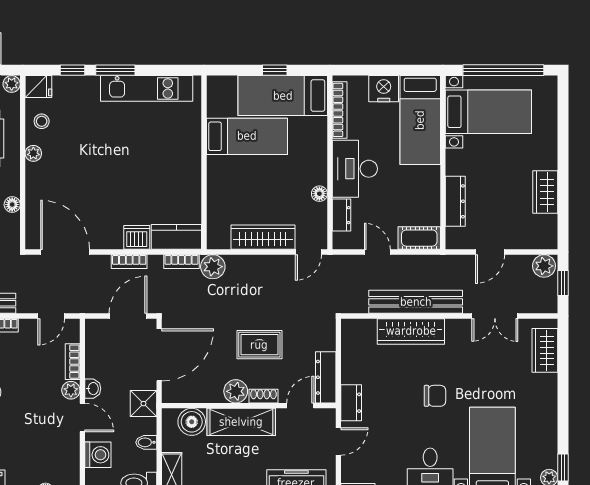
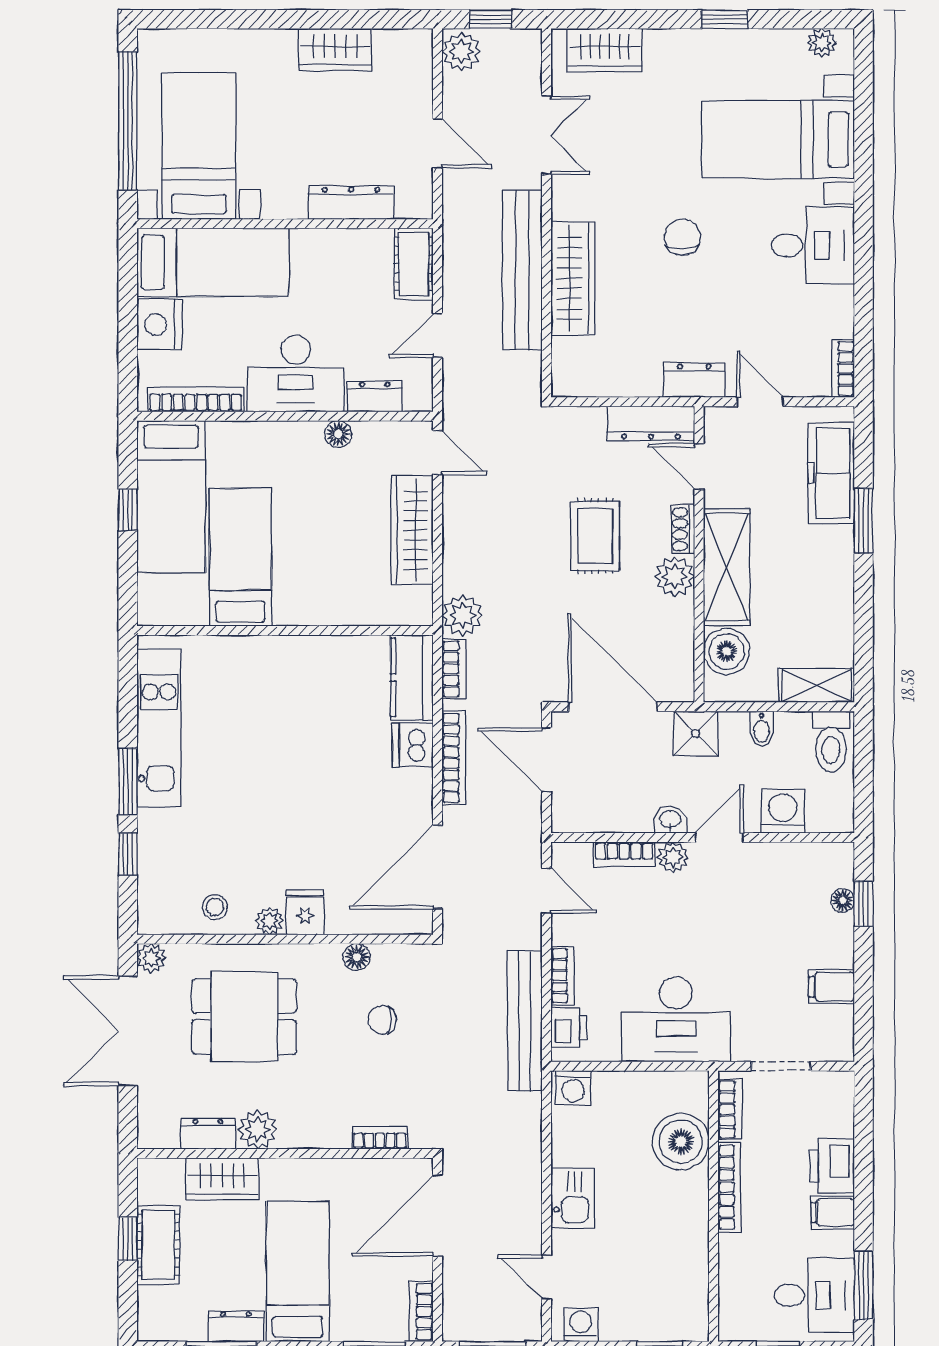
fridge: (38, 87) -> (305, 912), moved
bookcase: (129, 262) -> (454, 758), width x1.56
window: (563, 468) -> (725, 19), moved

